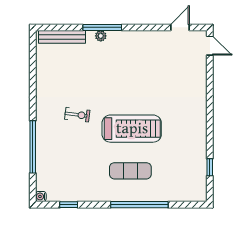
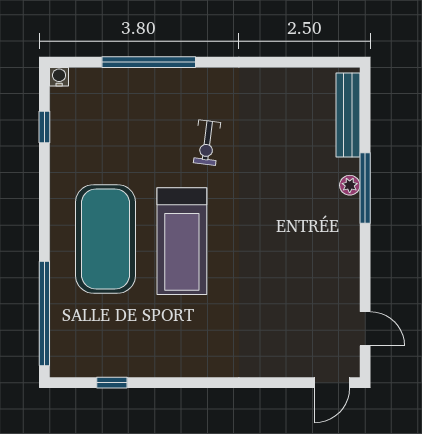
exercise mat: (130, 171) -> (106, 239), width x2.00, depth x1.45
window: (139, 205) -> (44, 314), moved

